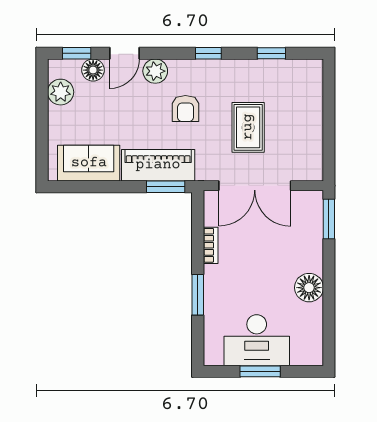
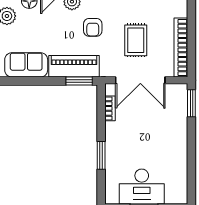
bookcase: (314, 138) -> (181, 48), added
bookcase: (211, 245) -> (110, 108), moved
floor lamp: (309, 288) -> (178, 150), removed

